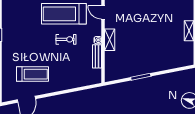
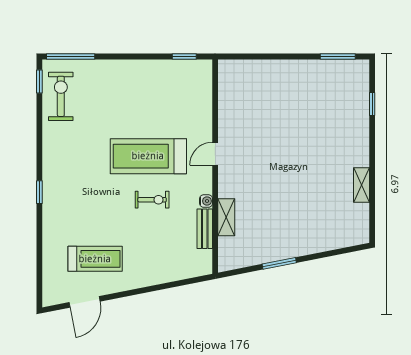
door: (103, 12) -> (215, 154), hinge flipped
shelving: (110, 40) -> (226, 217), moved

